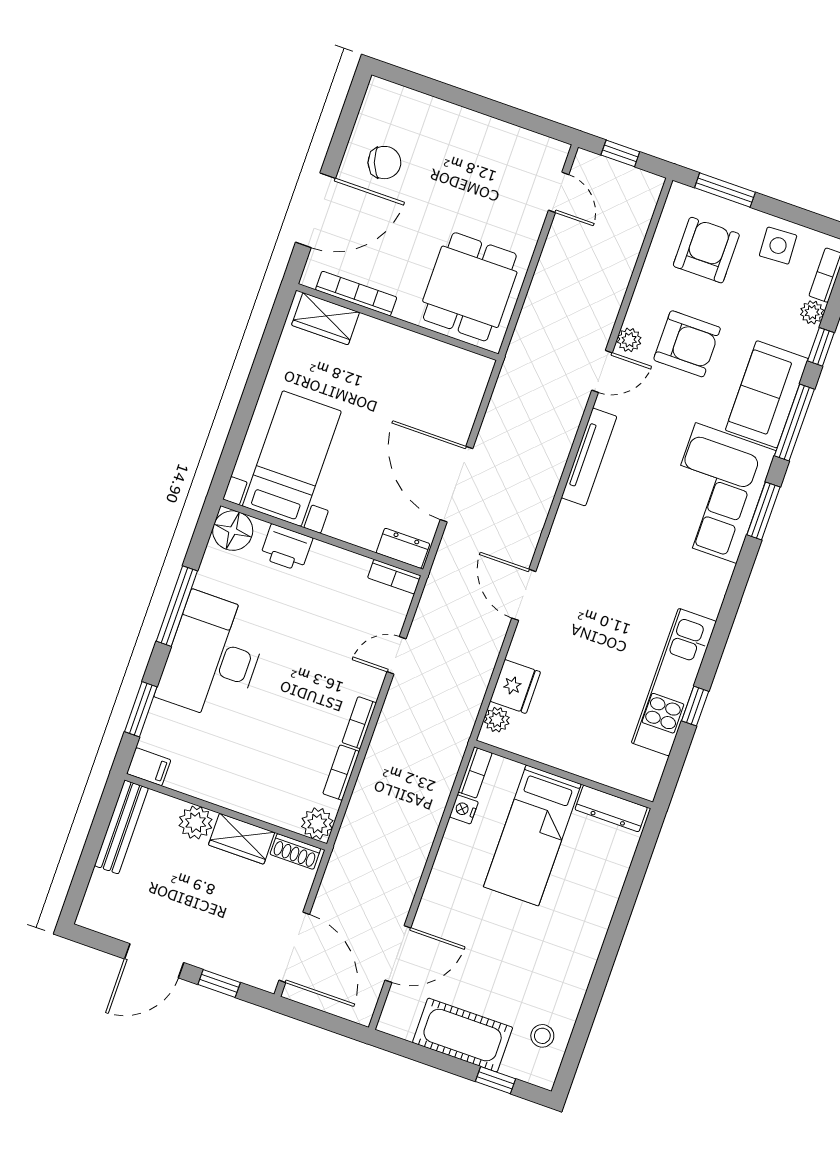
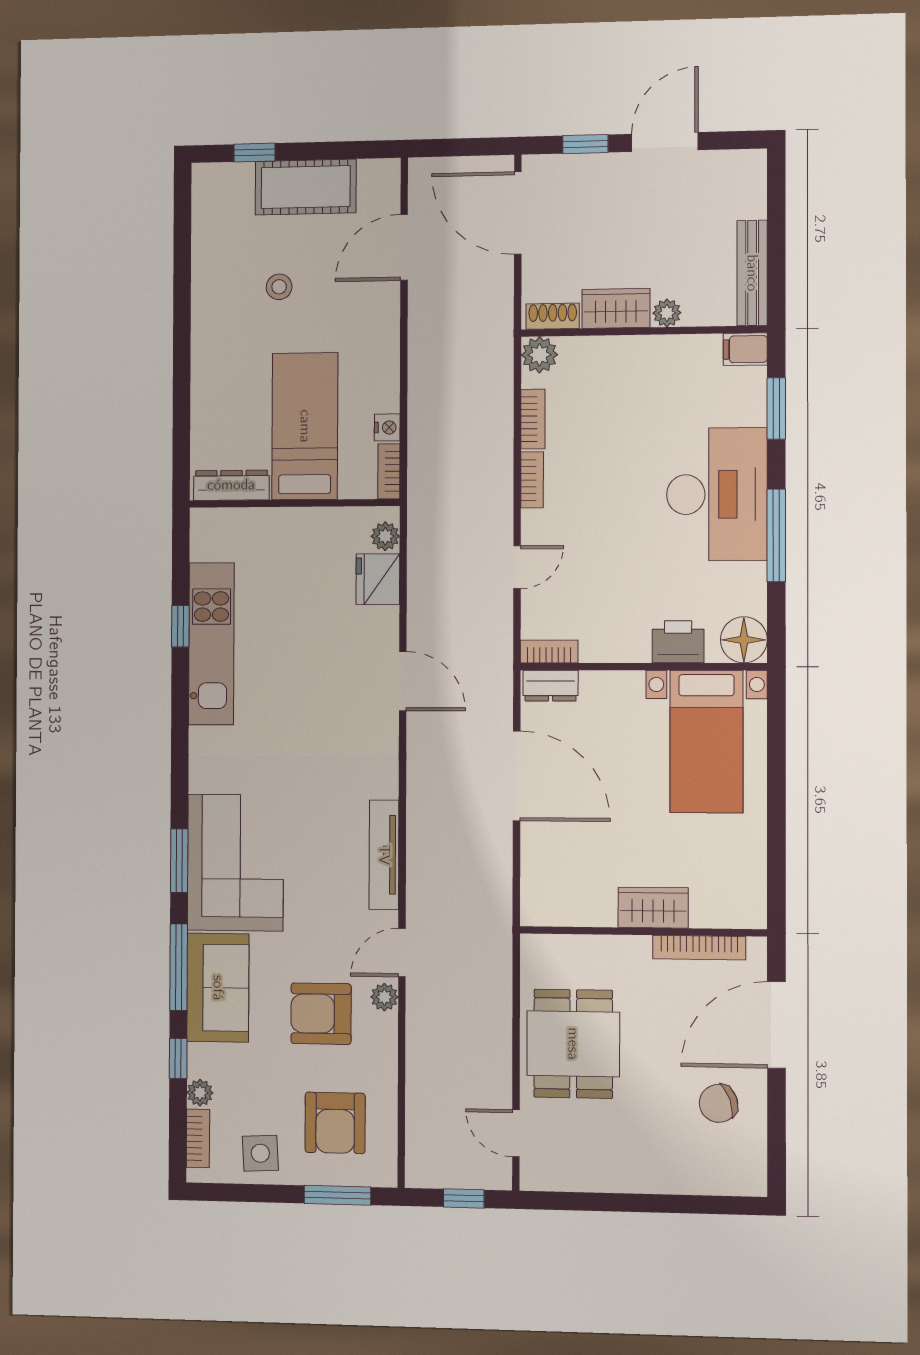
dining table: (470, 287) -> (573, 1044), moved
wardrobe: (326, 319) -> (653, 908), moved
plant: (196, 822) -> (667, 313), width x0.73, depth x0.73
stool: (542, 1036) -> (279, 287), moved

